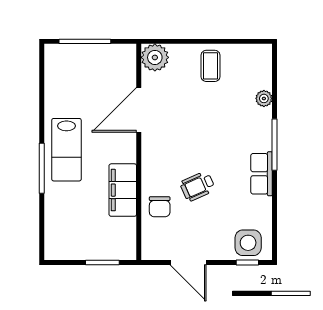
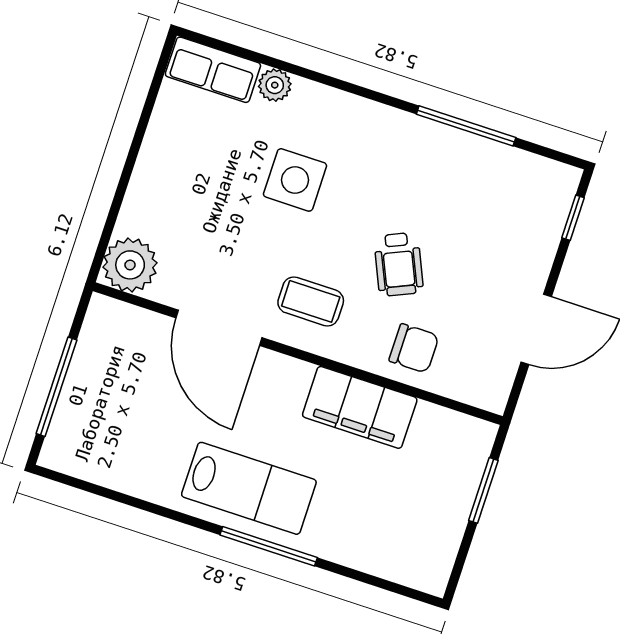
coffee table: (211, 66) -> (311, 301), moved
window: (274, 145) -> (466, 126), moved
row of seats: (262, 174) -> (213, 70), moved
side table: (248, 243) -> (295, 180), moved

